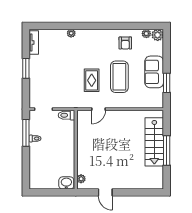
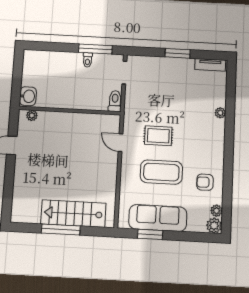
sofa: (154, 72) -> (158, 218), width x1.36

